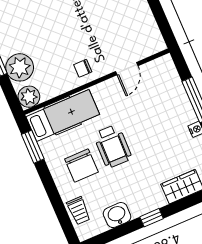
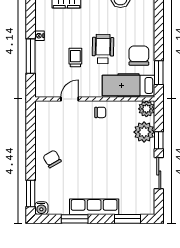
chair: (81, 166) -> (139, 56), moved
trolley: (79, 211) -> (75, 57), moved

